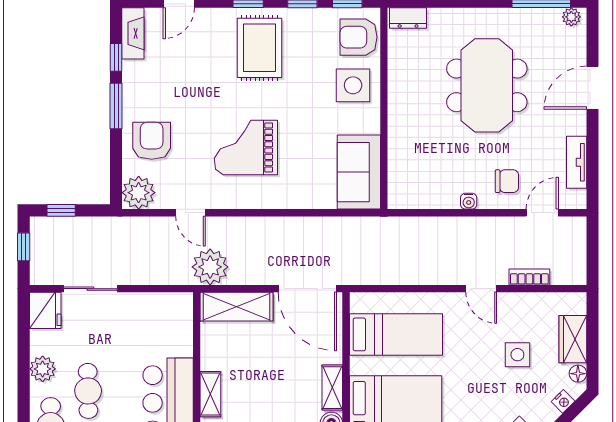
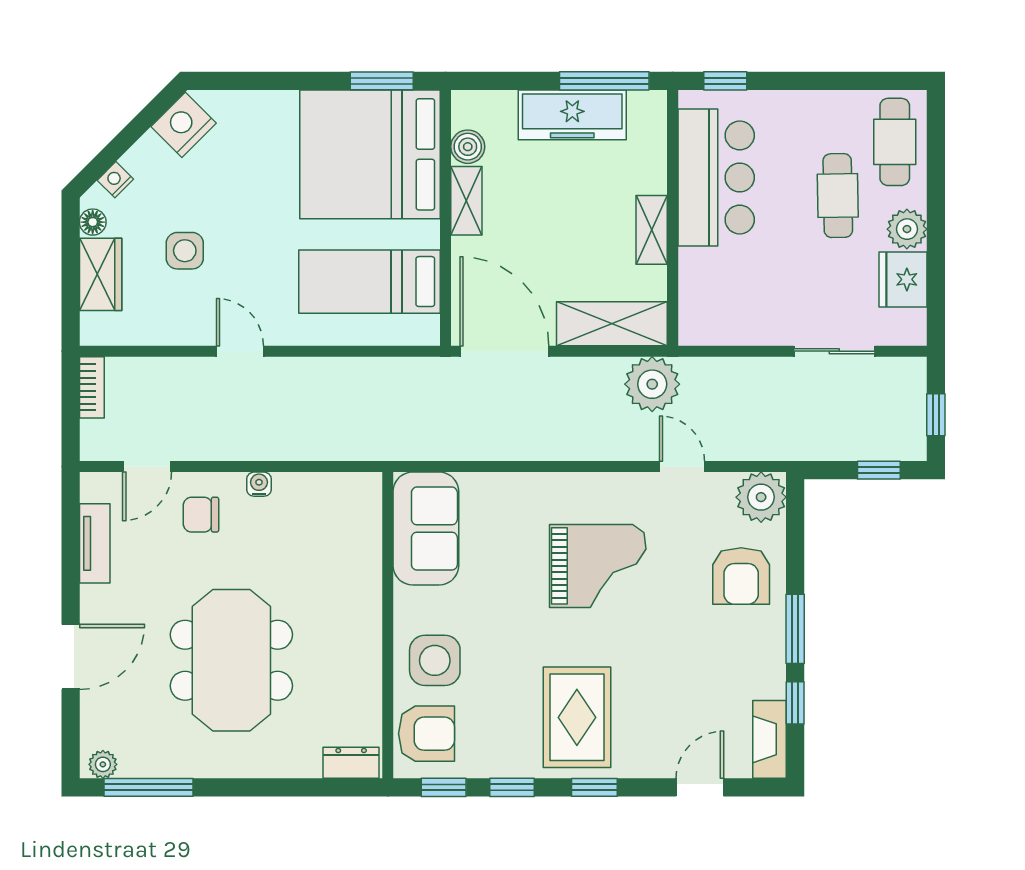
bookcase: (529, 277) -> (92, 387), moved, turned -90
fridge: (45, 310) -> (903, 279), moved
shelving: (210, 394) -> (652, 230), moved

